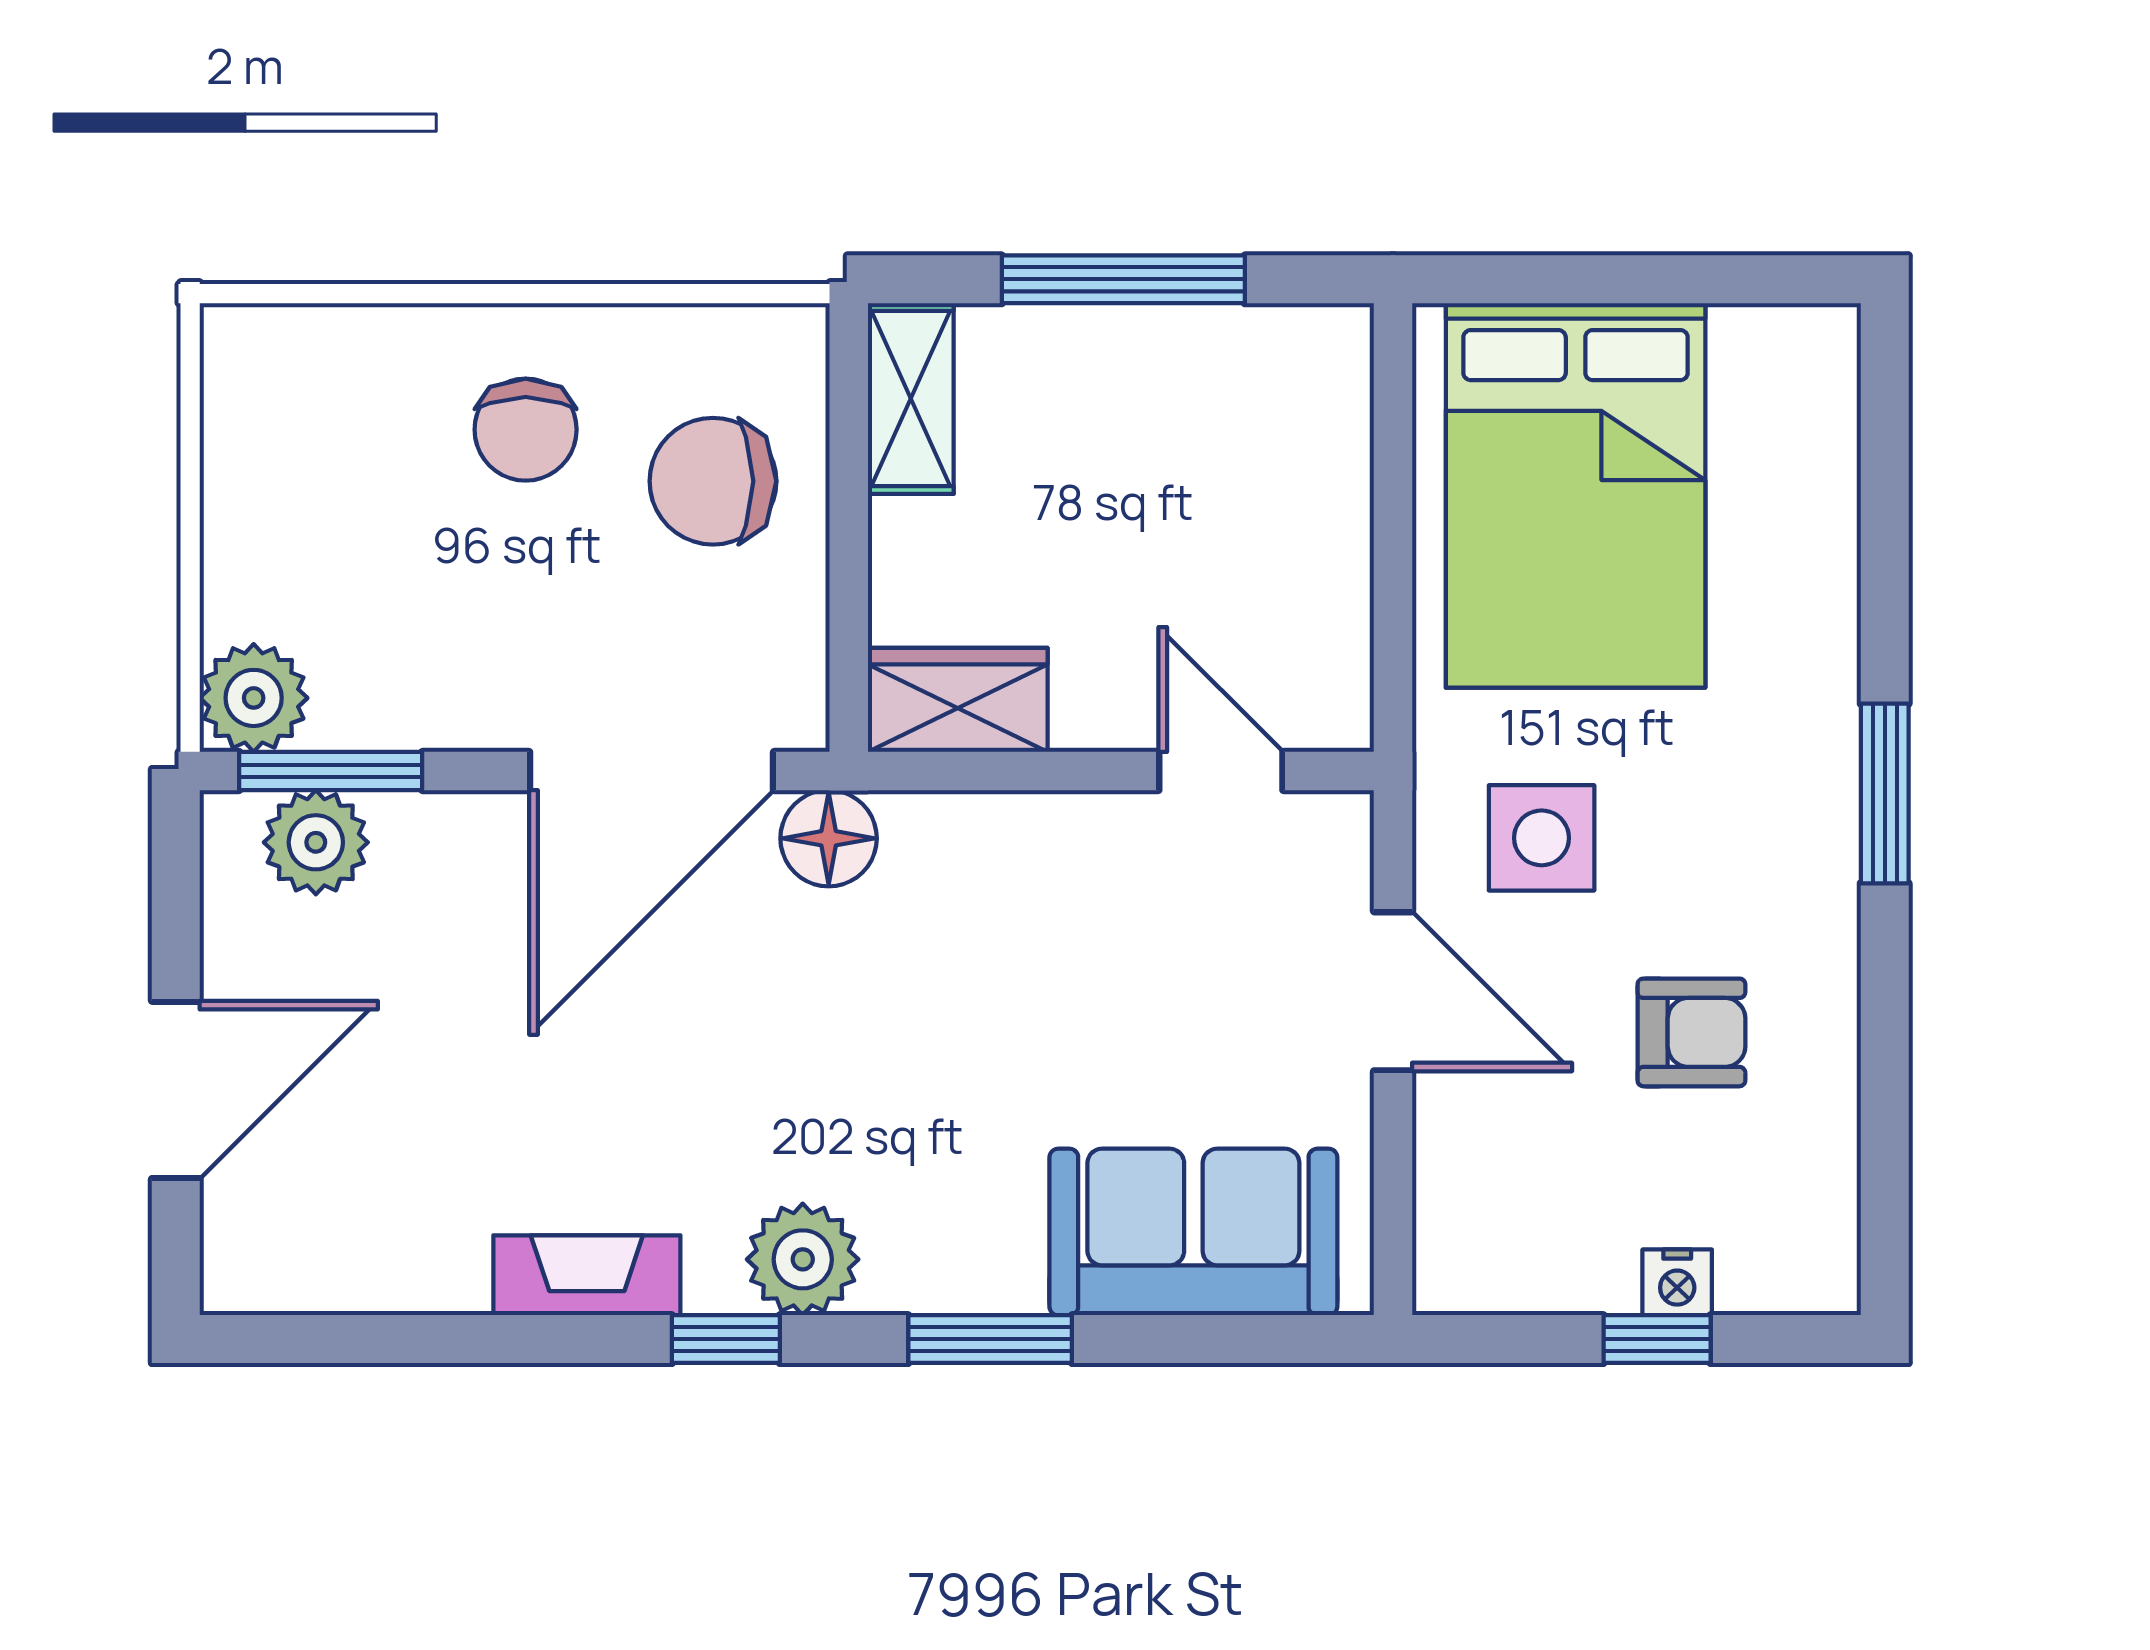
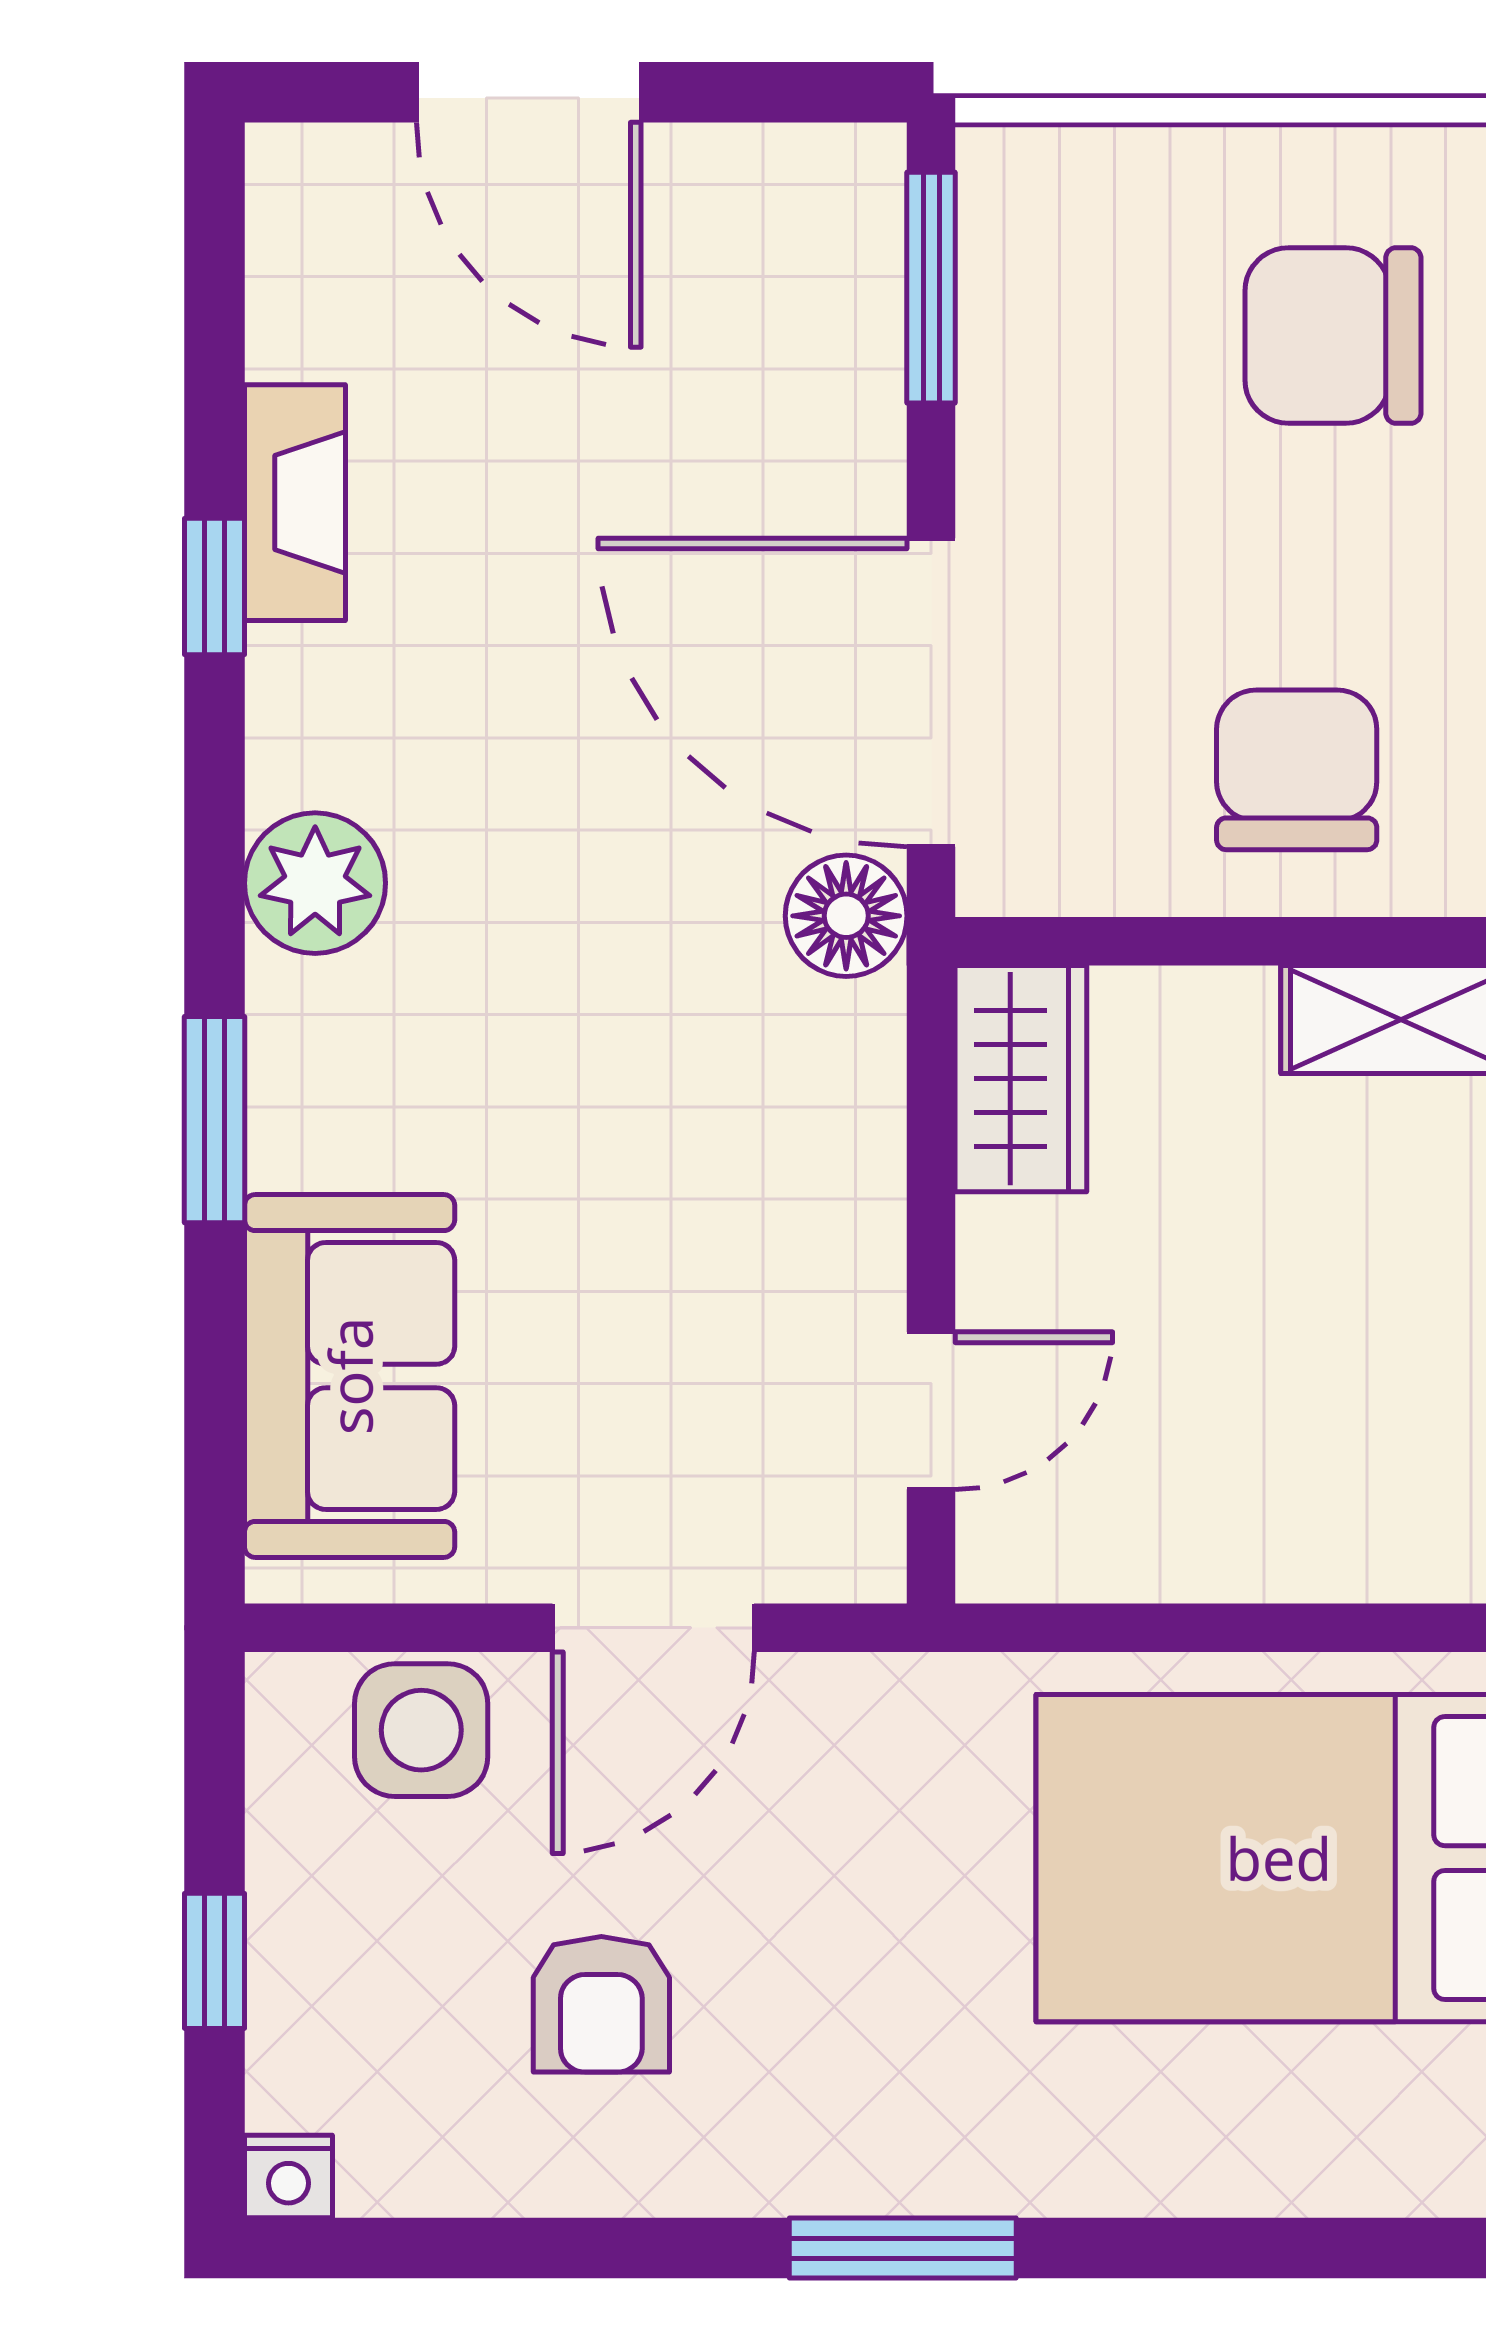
chair: (526, 430) -> (1333, 336), moved, width x1.37, depth x1.37
plant: (254, 698) -> (1023, 190), removed
side table: (1542, 838) -> (421, 1730), moved
plant: (316, 842) -> (841, 269), removed
fireplace: (587, 1275) -> (295, 503), moved
nightstand: (1677, 1282) -> (288, 2177), moved, turned -90
window: (726, 1339) -> (214, 587), moved

